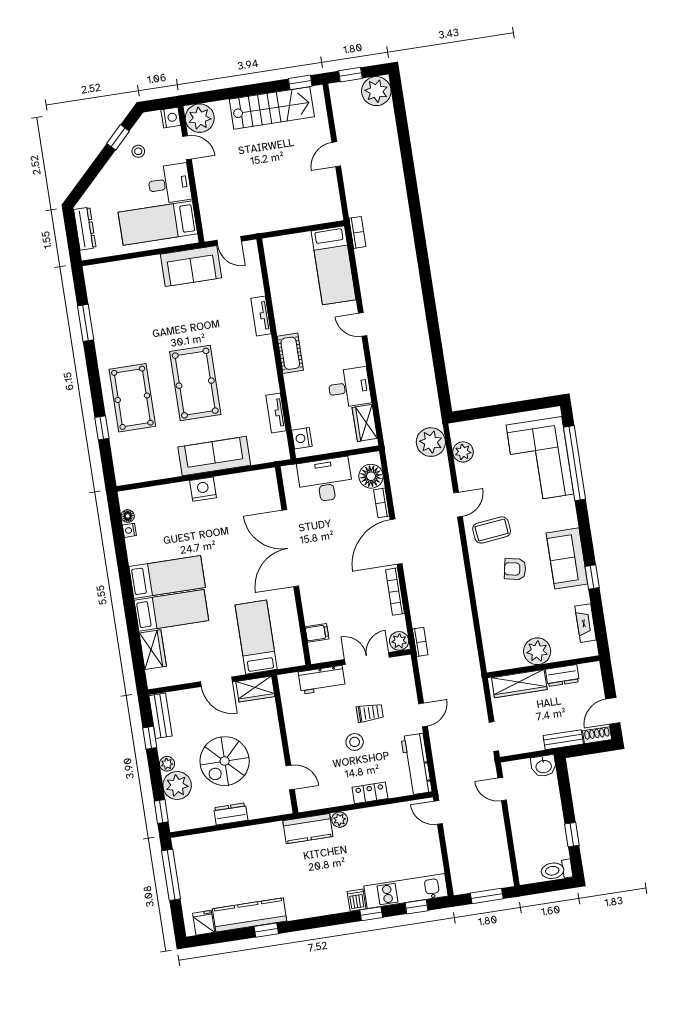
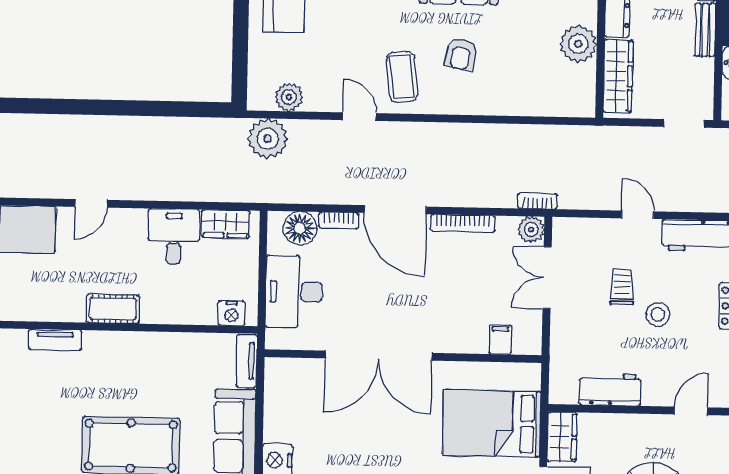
tv unit: (276, 413) -> (247, 361), moved, turned 90
bed: (256, 637) -> (492, 423), width x1.50
workbench: (322, 680) -> (610, 390), moved, turned -90

